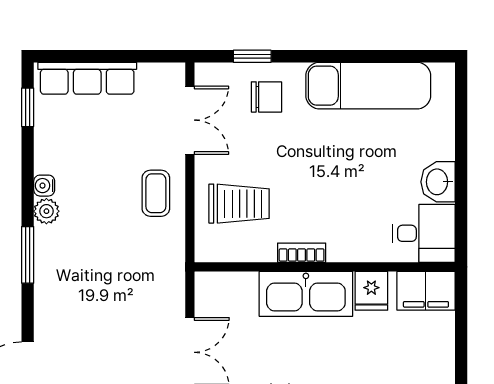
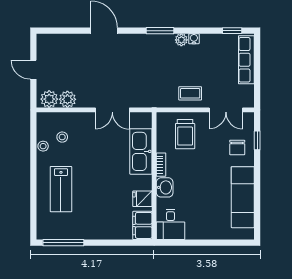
washbasin: (438, 182) -> (165, 187), moved, turned 90
kitchen sink: (306, 294) -> (141, 151), moved

